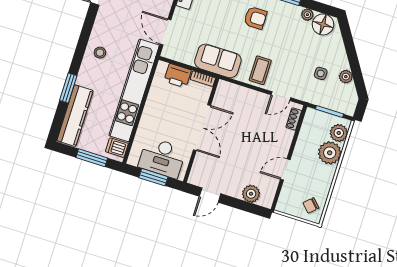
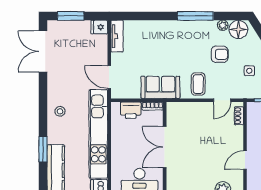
armchair: (255, 18) -> (220, 54), moved
double door: (202, 128) -> (165, 147), swing flipped

